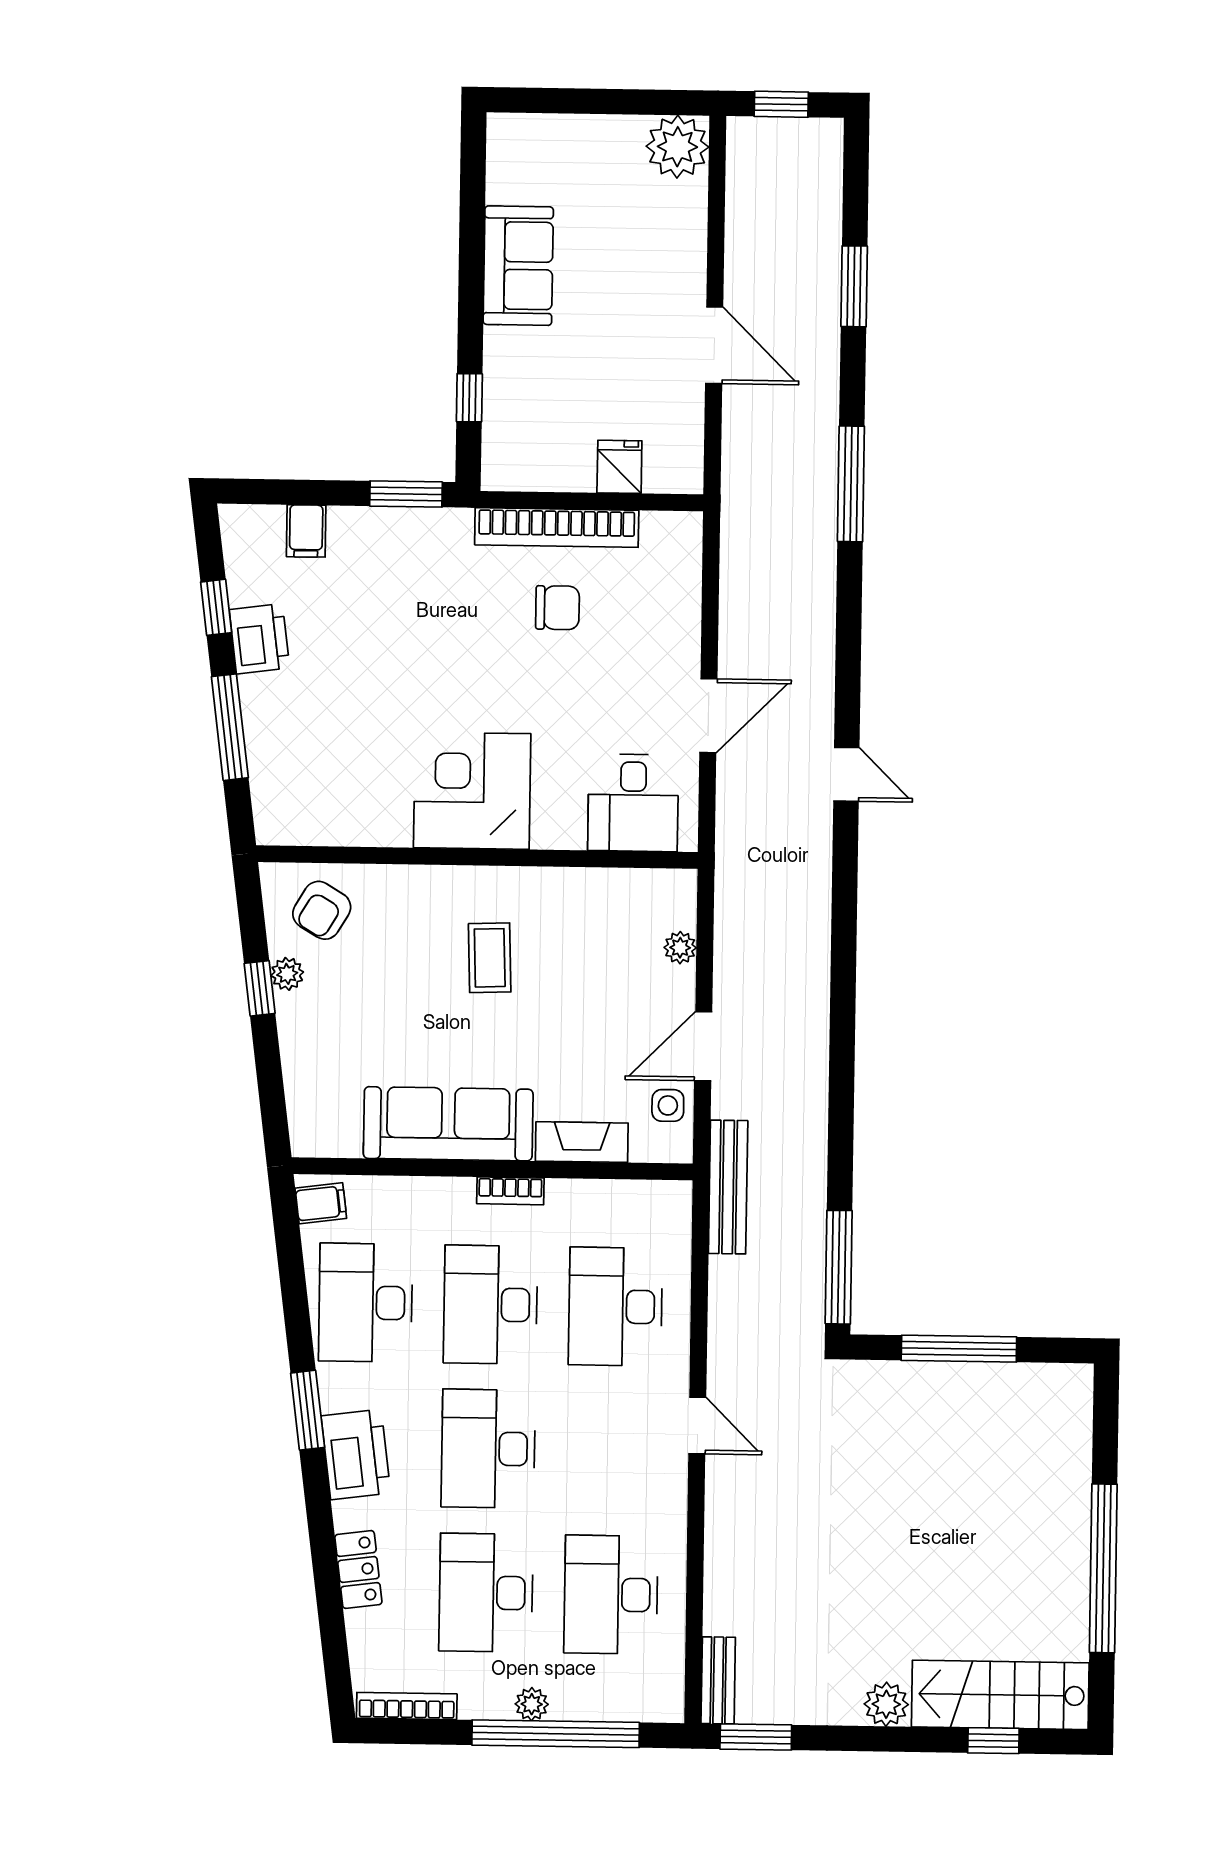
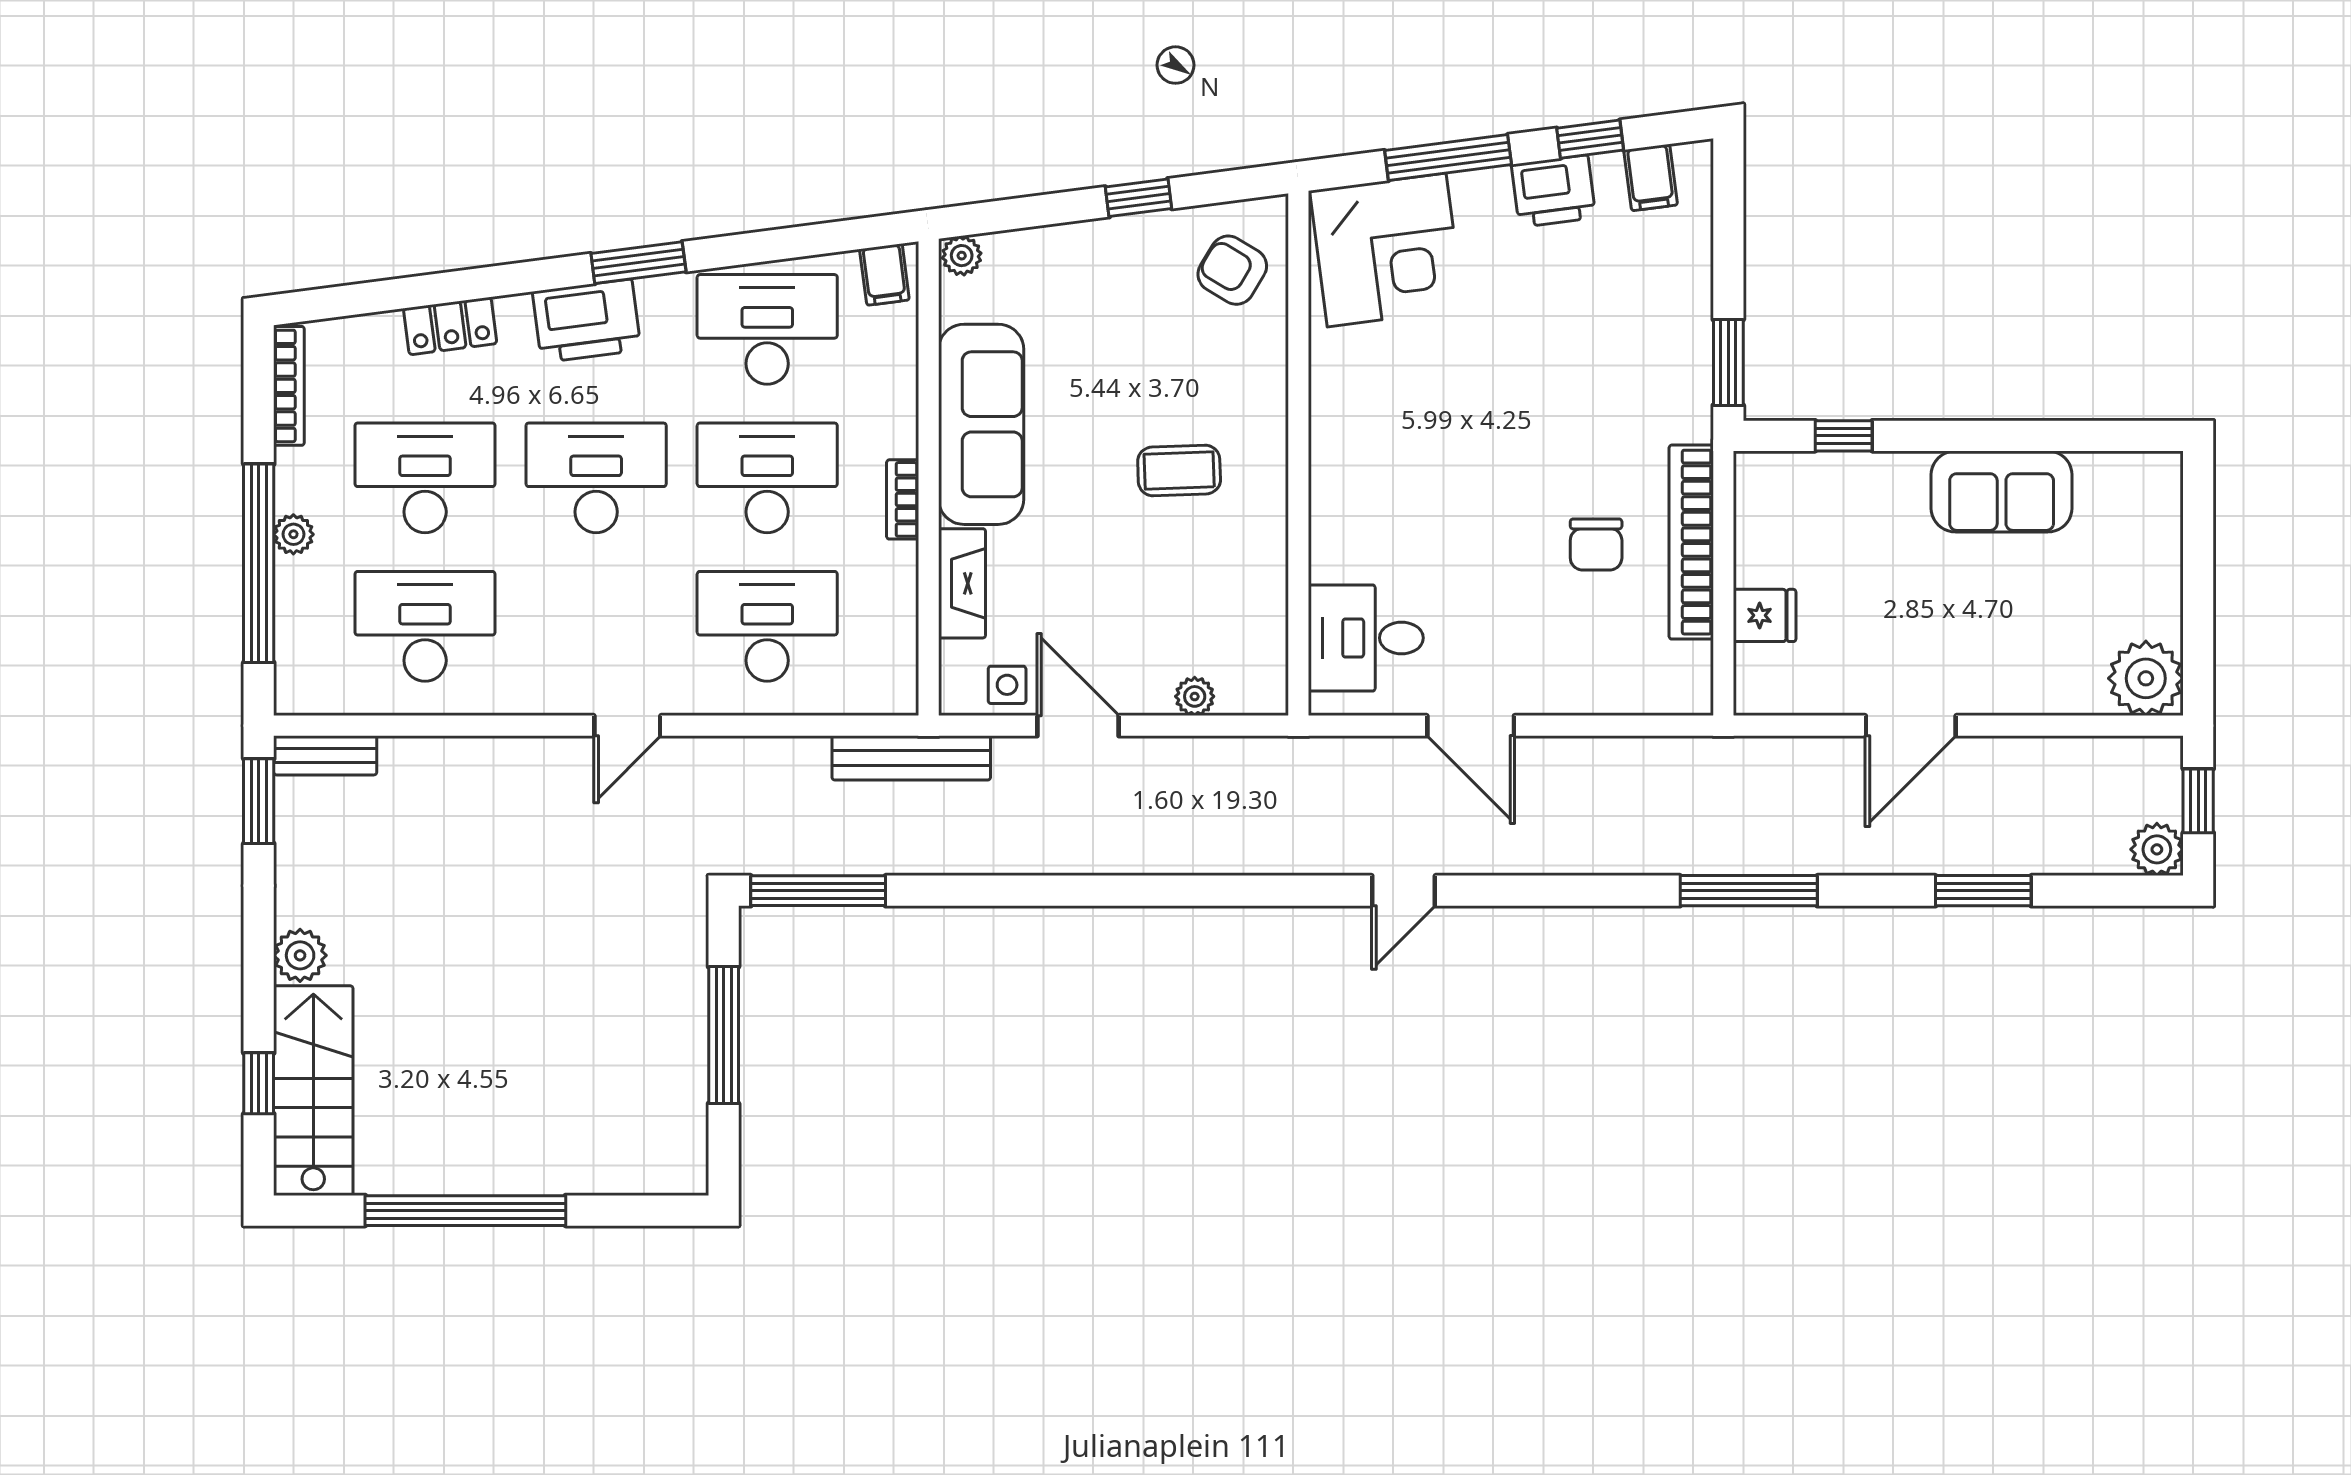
plant: (822, 140) -> (2157, 849), added
filing cabinet: (306, 531) -> (1651, 177), moved, turned -97
corner desk: (472, 791) -> (1387, 250), moved, turned 83
plant: (287, 974) -> (962, 256), moved

